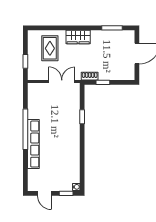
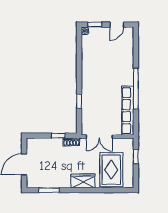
rug: (50, 48) -> (111, 170), width x1.36, depth x1.43
row of seats: (33, 144) -> (128, 111), moved
door: (44, 193) -> (117, 25), swing flipped

